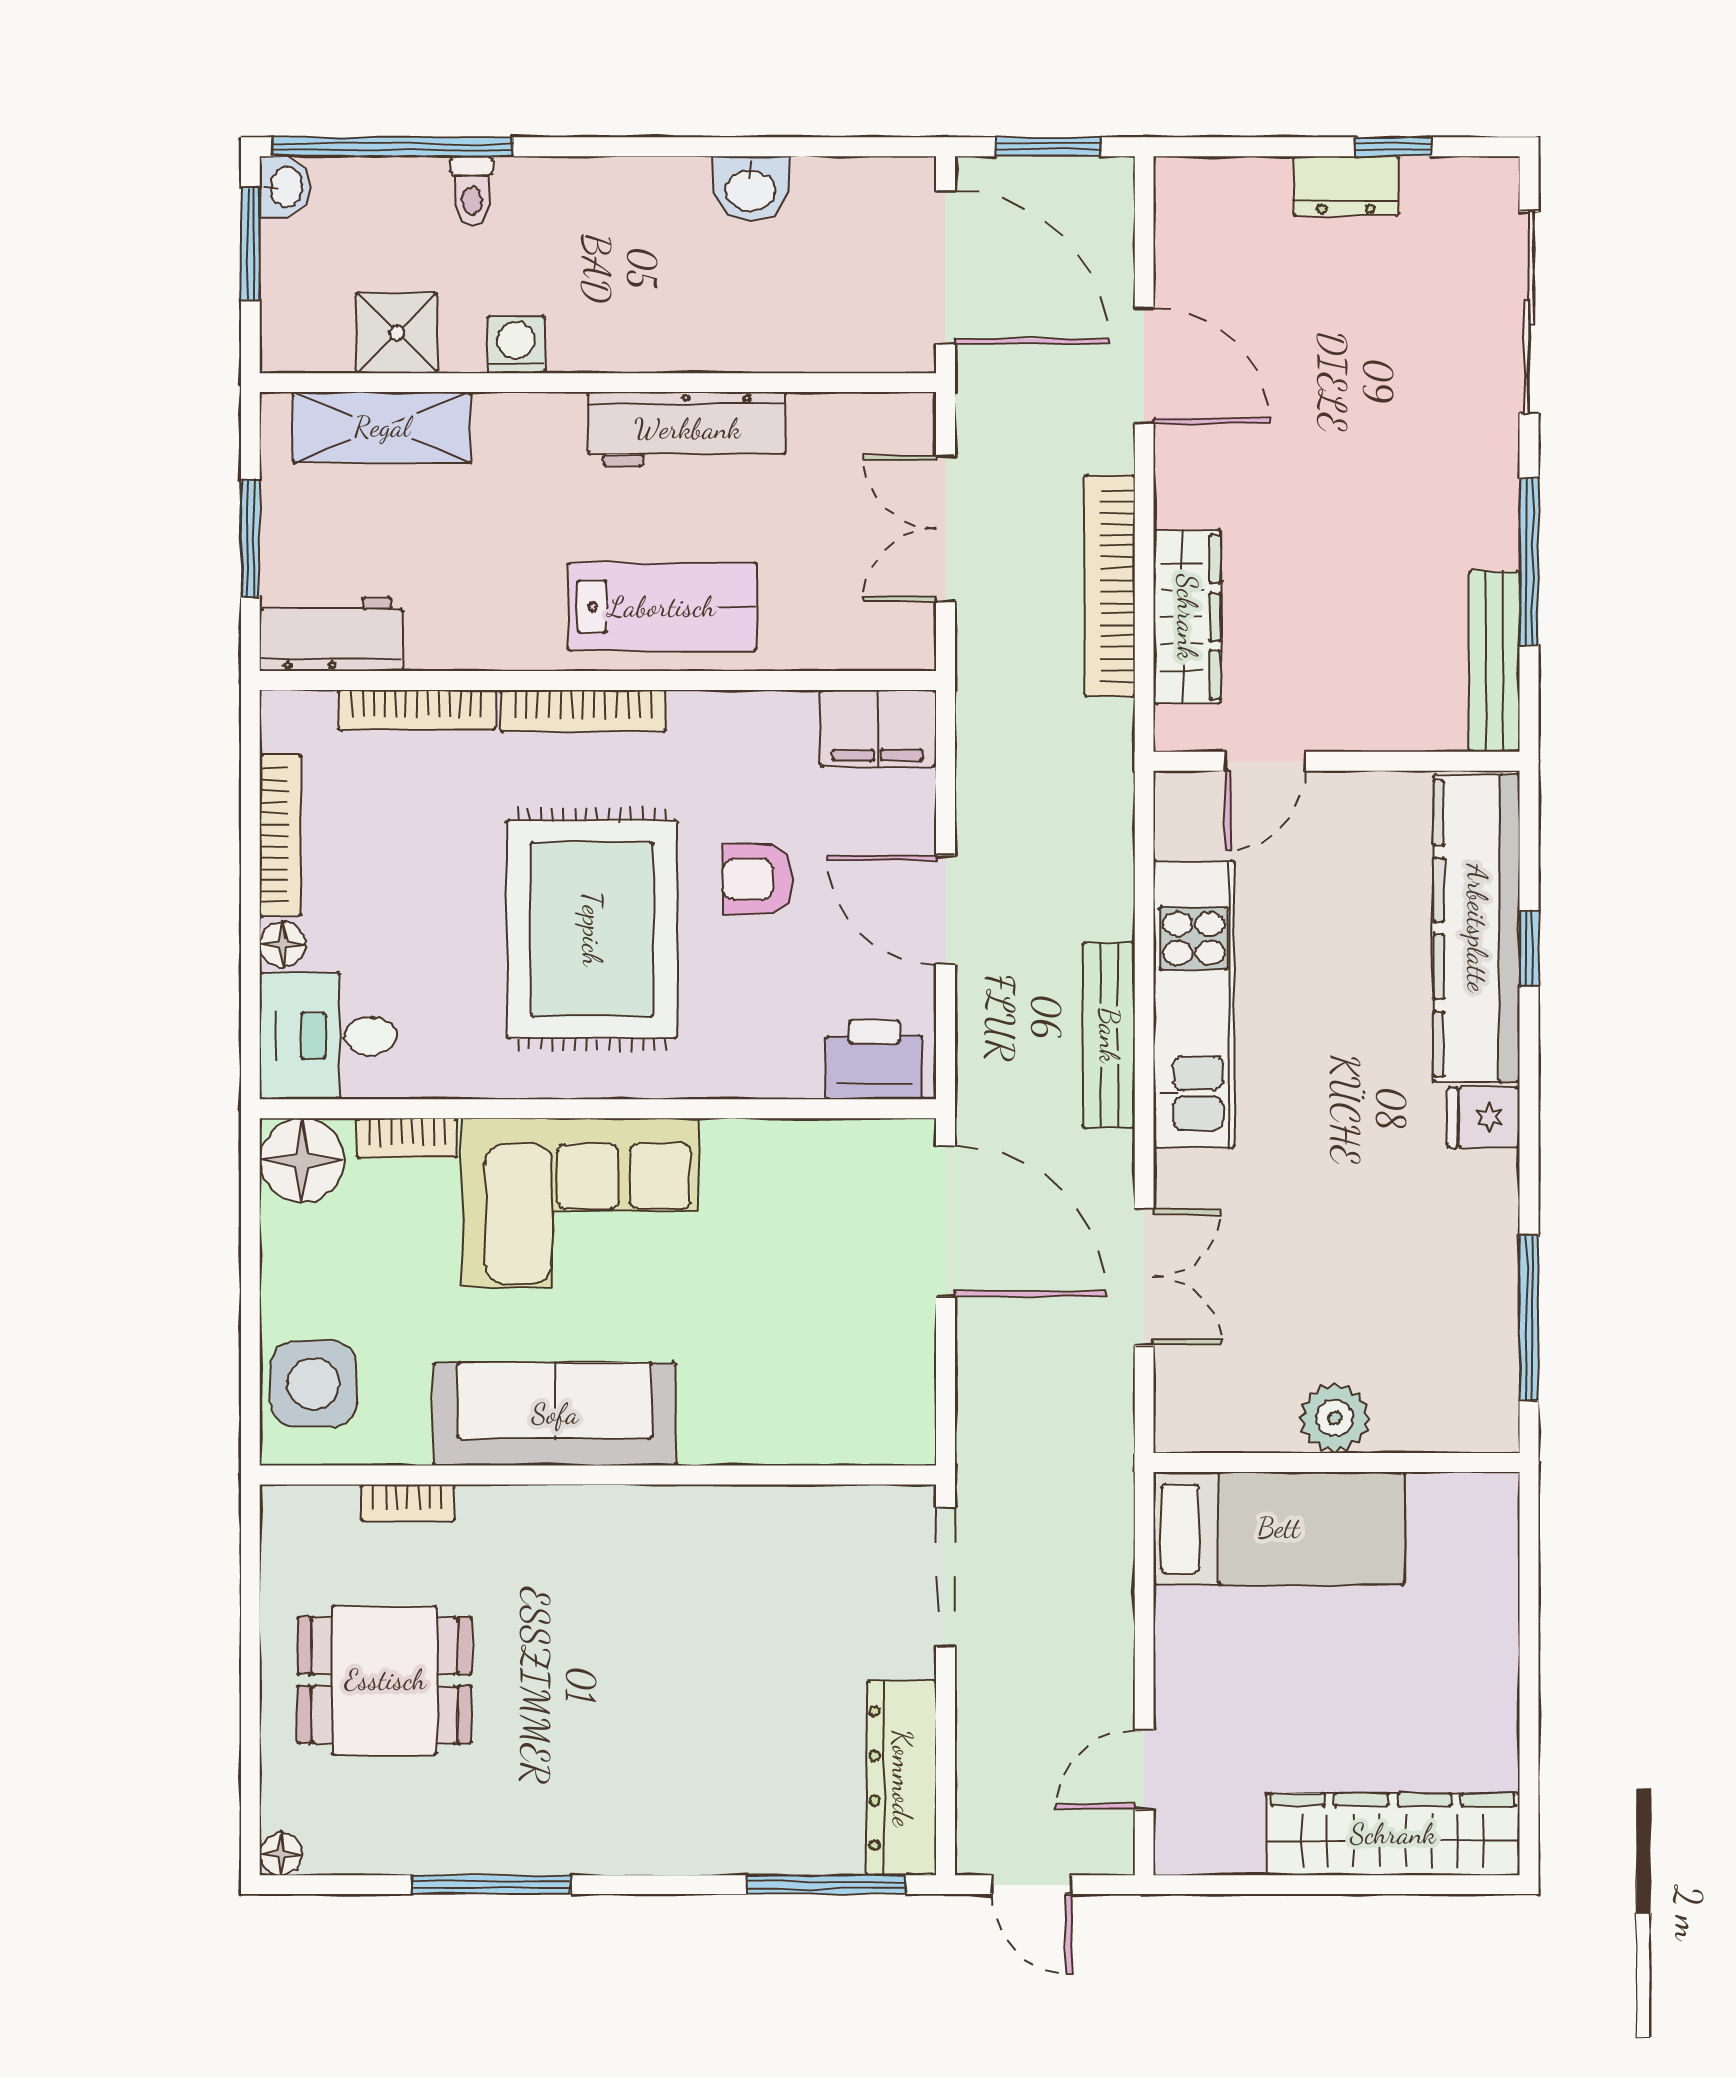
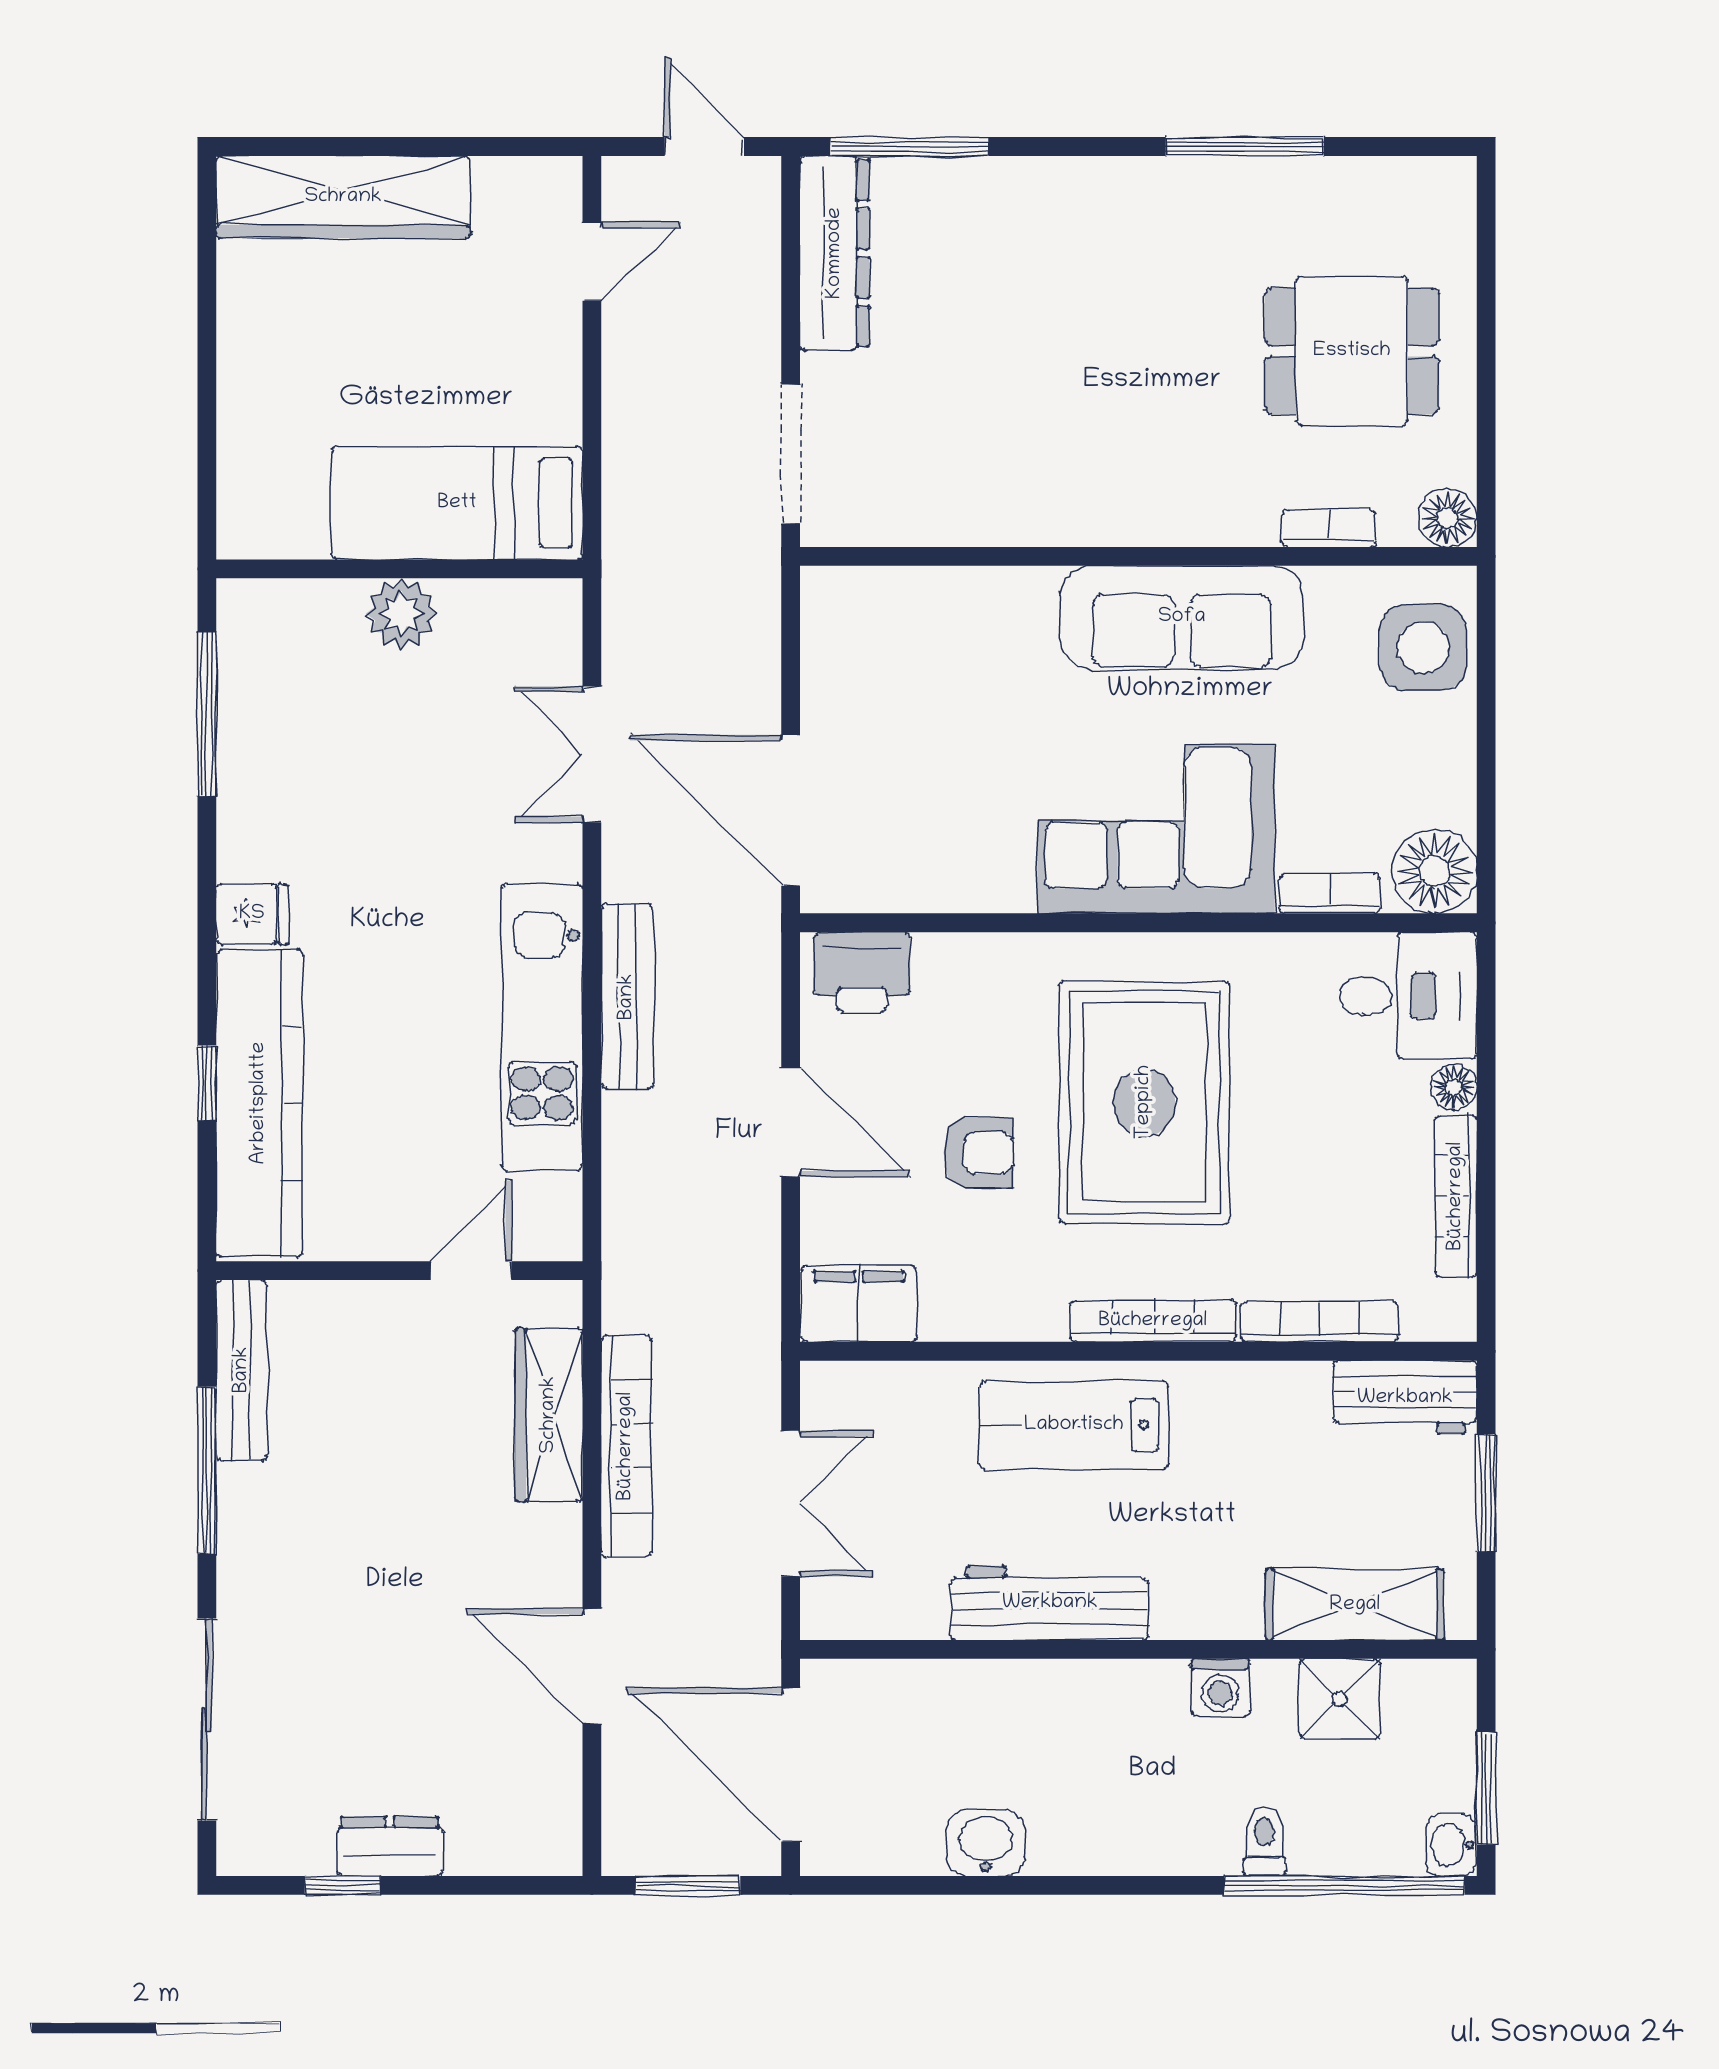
floor lamp: (281, 1854) -> (1448, 518), moved, width x1.37, depth x1.37

